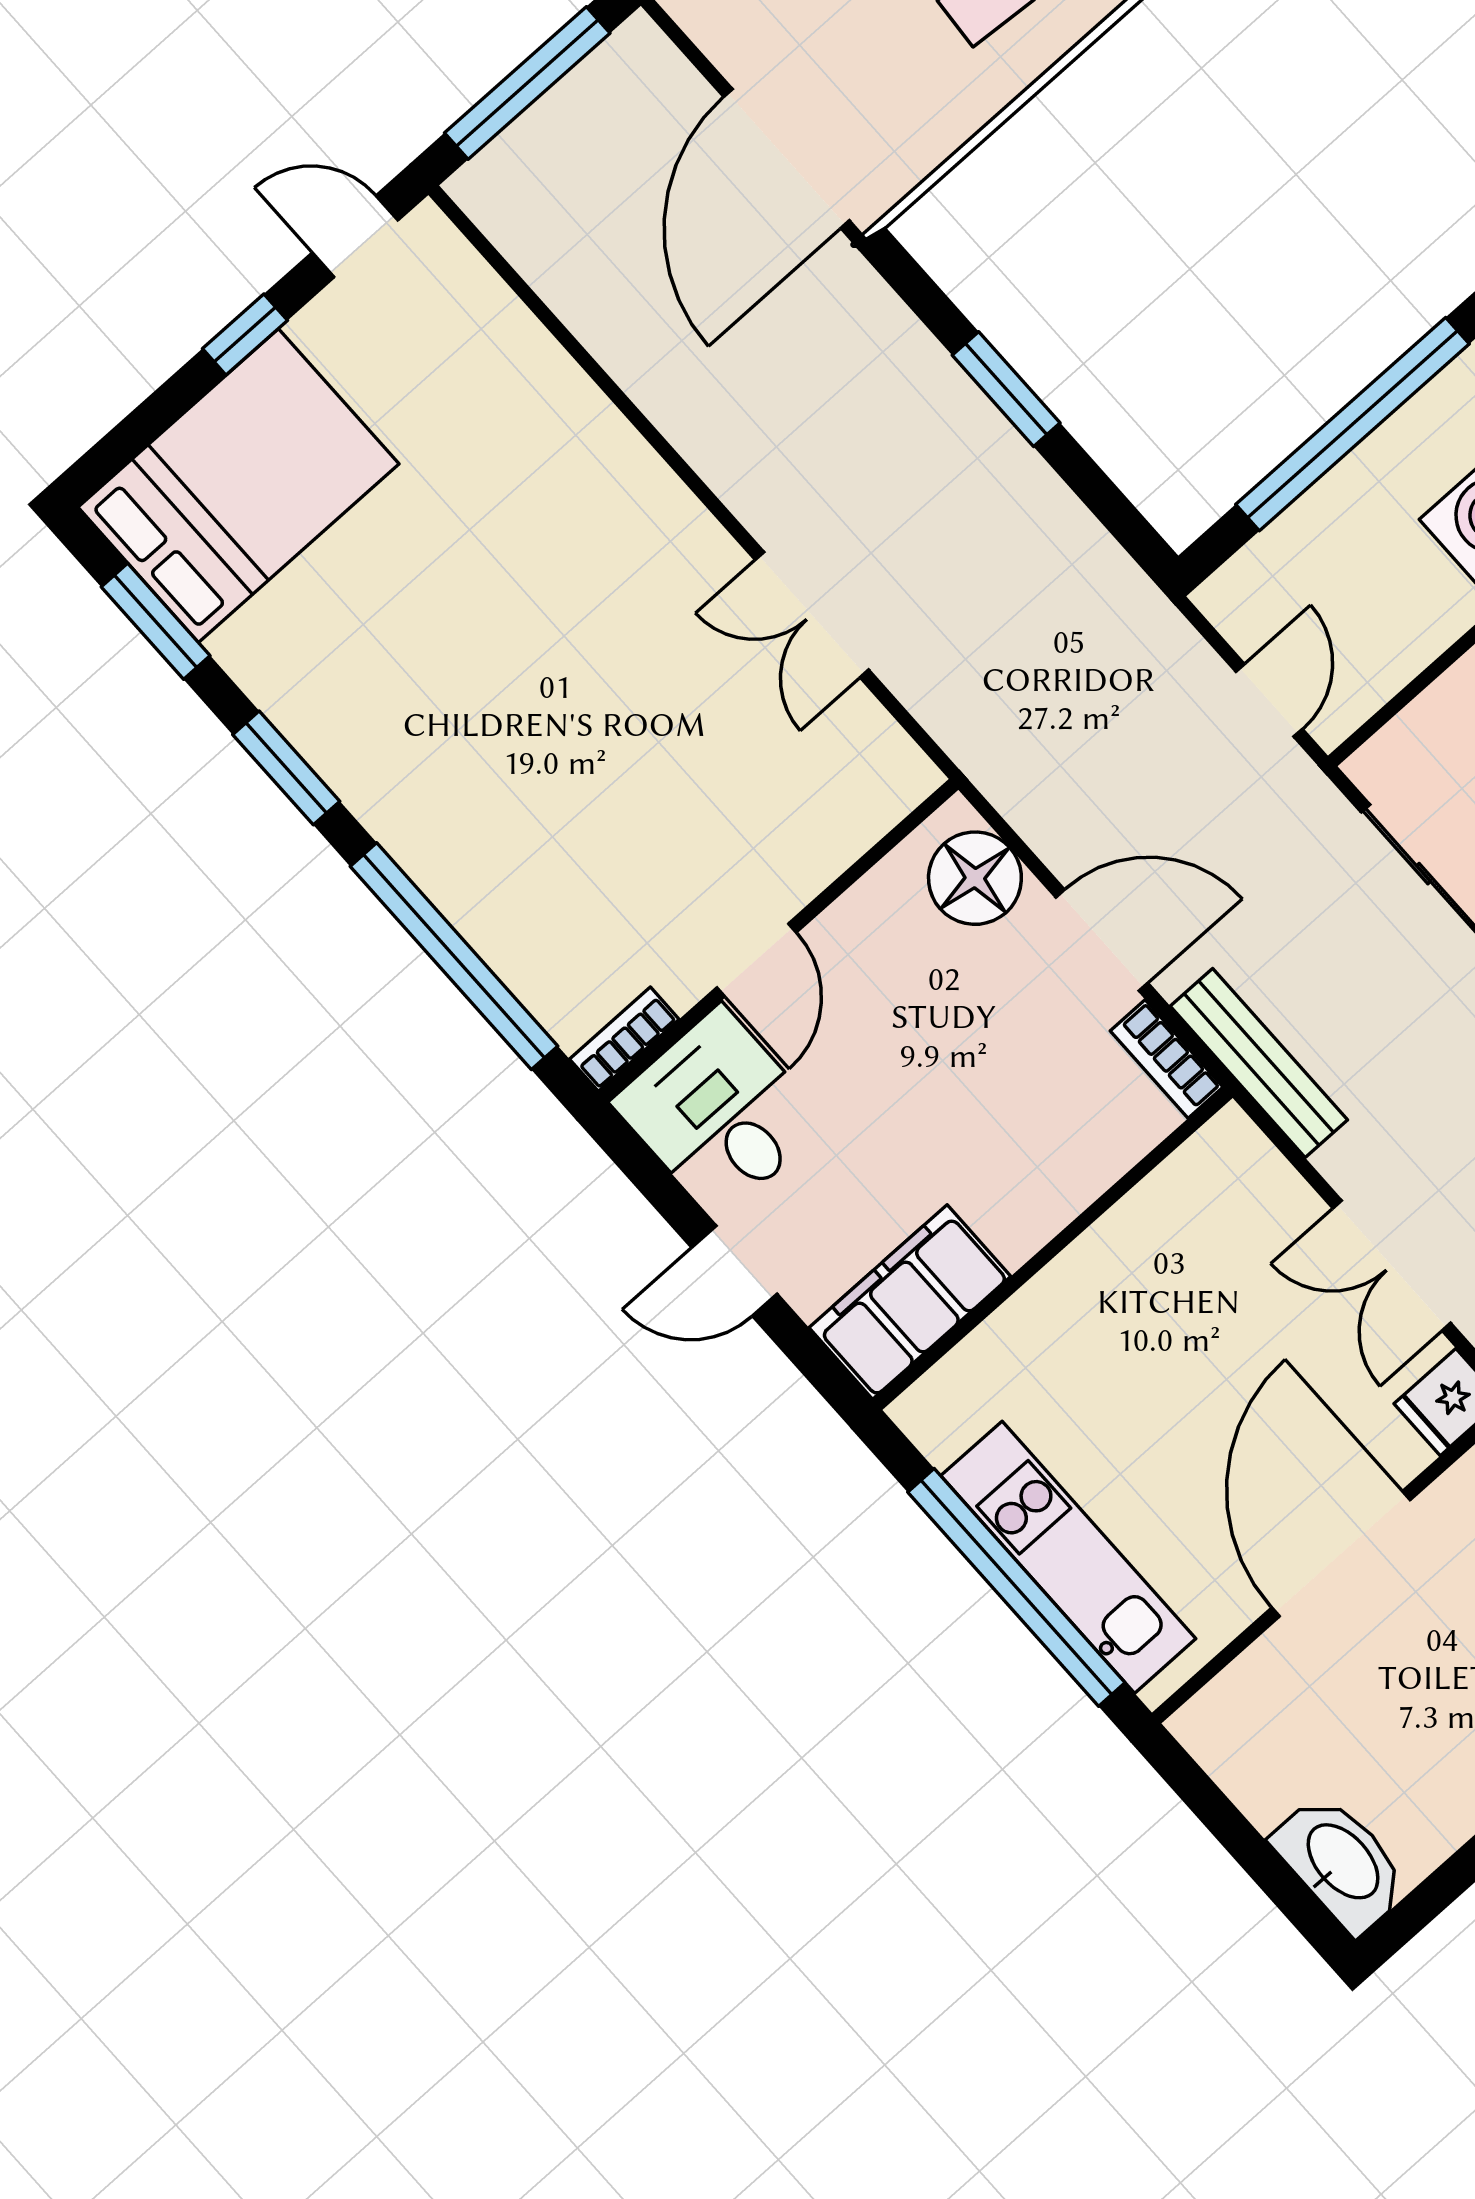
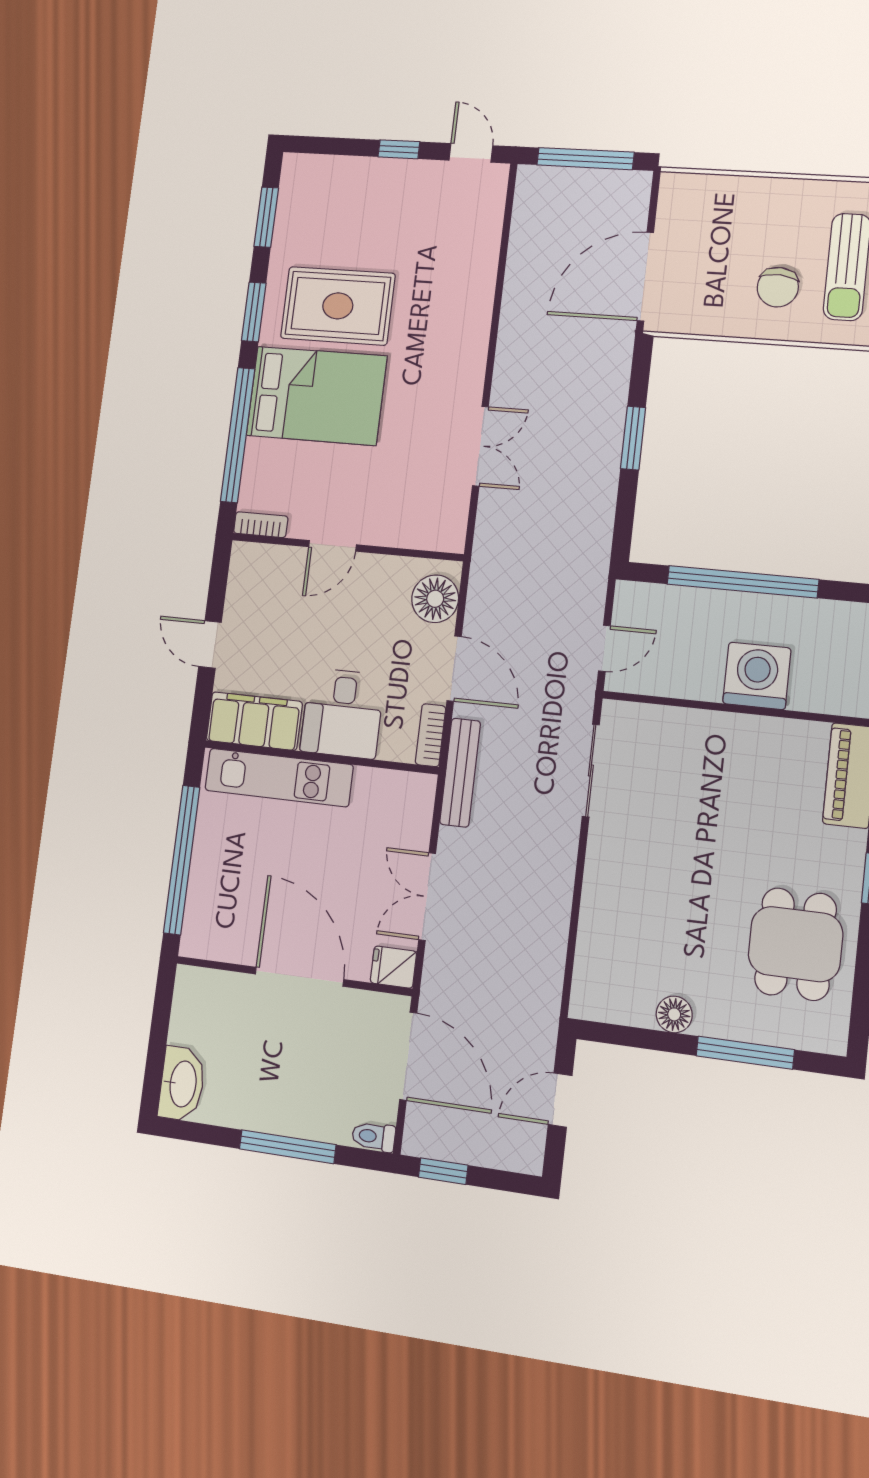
bed: (238, 486) -> (316, 396), moved
double door: (812, 615) -> (480, 446), swing flipped
rug: (399, 635) -> (338, 306), added
desk: (719, 1113) -> (342, 713), moved, turned 180
door: (1341, 1554) -> (299, 977), hinge flipped
kitchen unit: (1068, 1557) -> (279, 778), moved, turned 90

